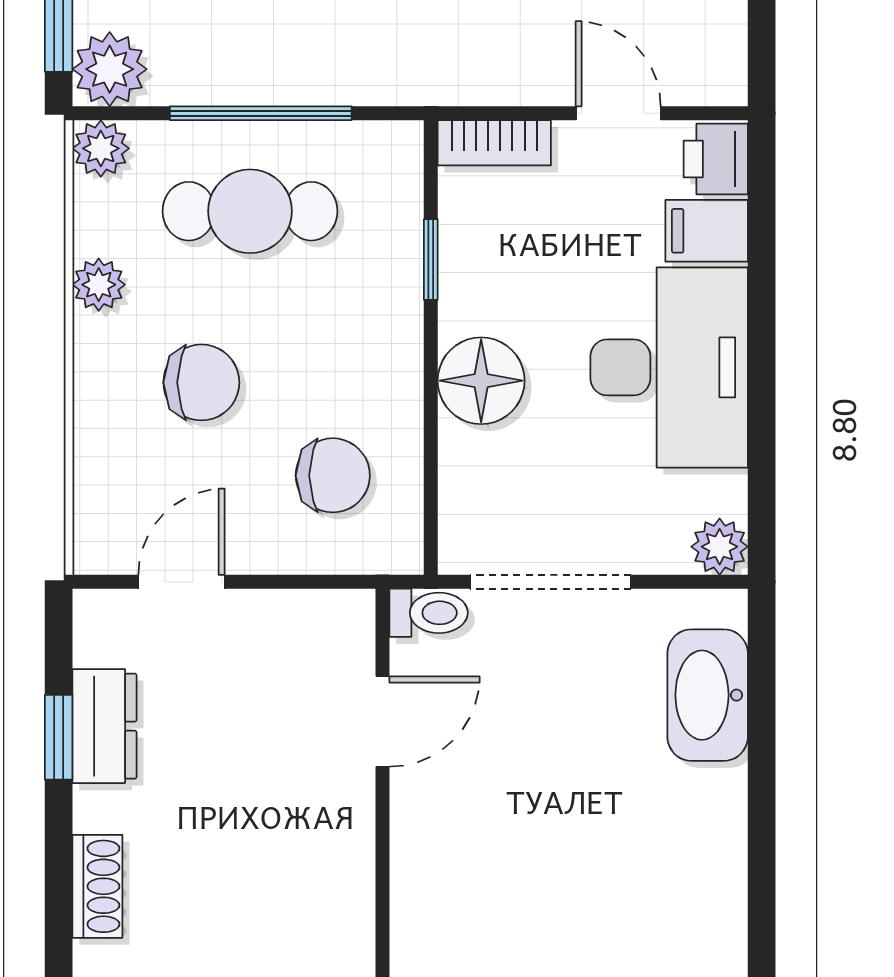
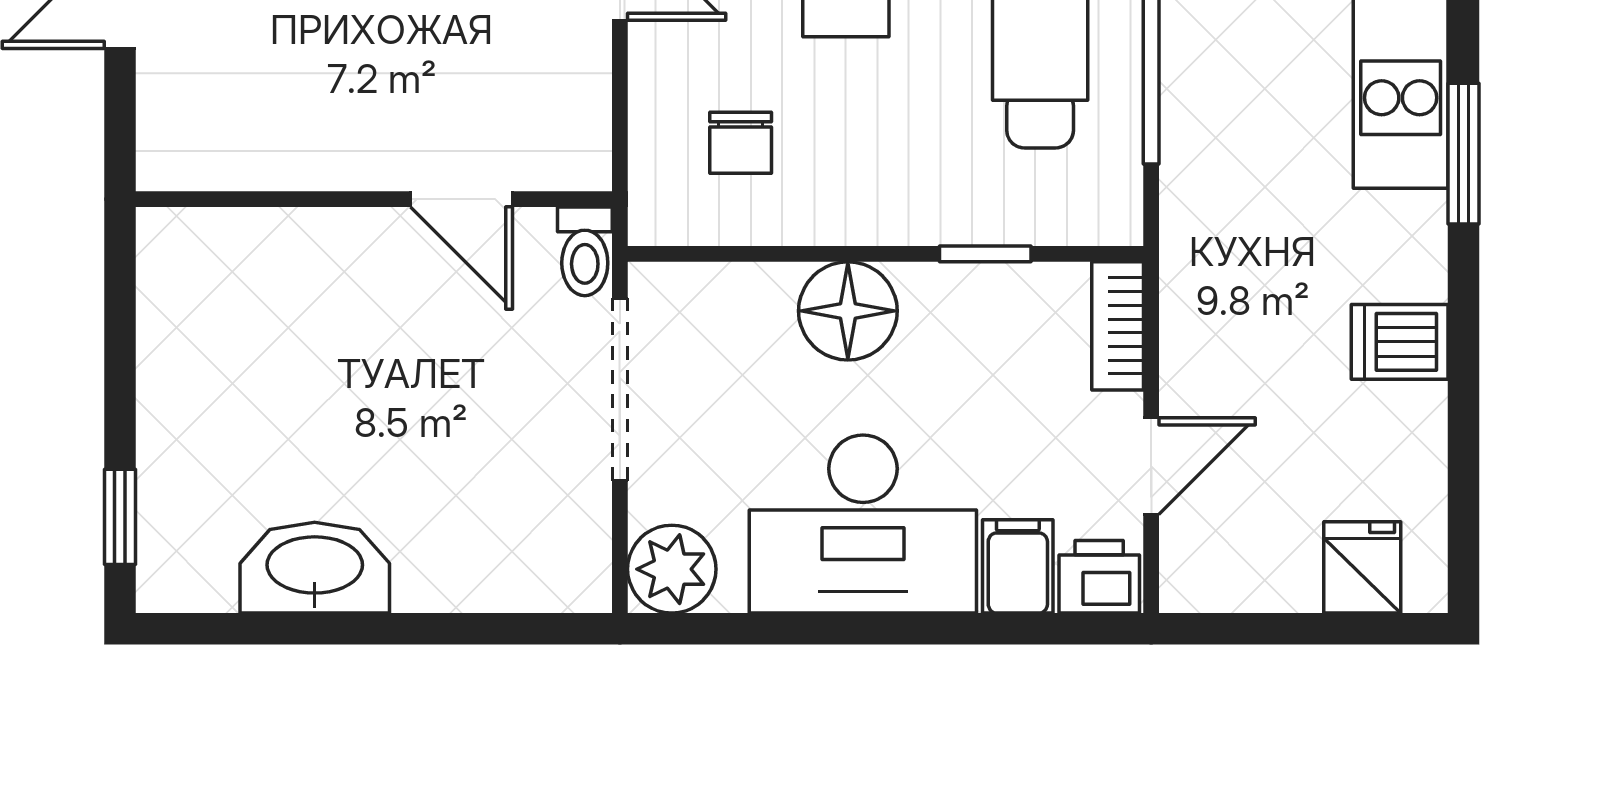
chair: (333, 475) -> (741, 143), width x0.73, depth x0.73
plant: (720, 547) -> (672, 569), width x1.38, depth x1.38
washbasin: (708, 695) -> (315, 568), moved

